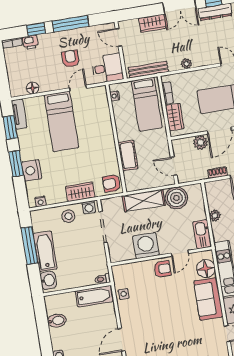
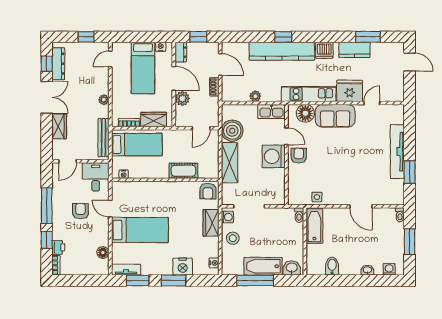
armchair: (71, 59) -> (80, 211), turned 90
washing machine: (146, 246) -> (274, 156), moved

